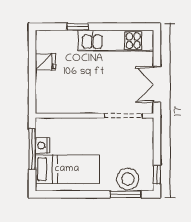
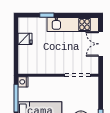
double door: (157, 84) -> (101, 44), moved
nightstand: (42, 146) -> (23, 82), moved

